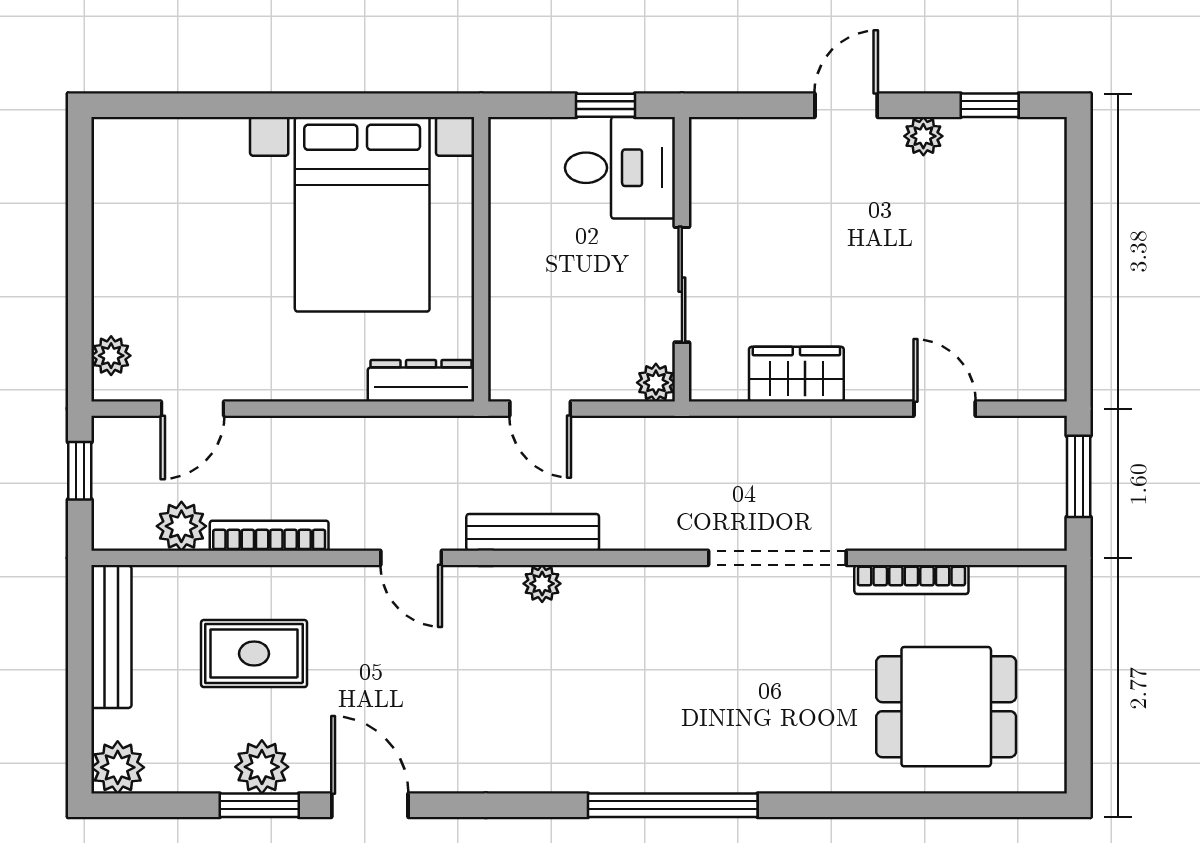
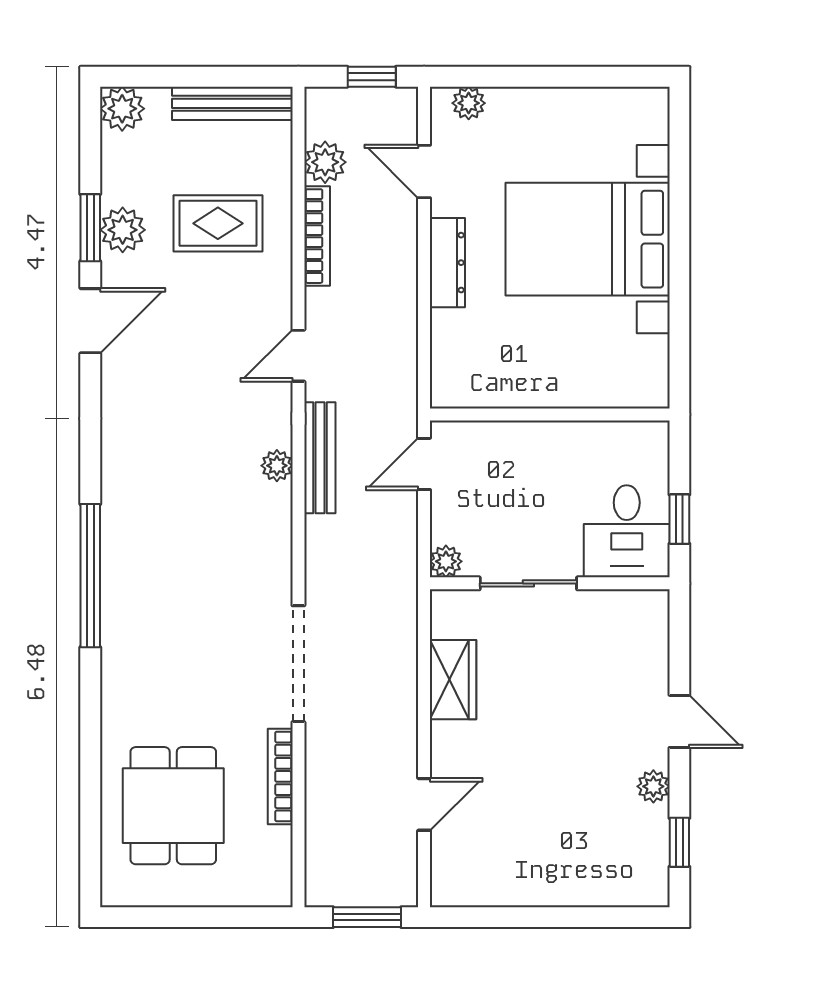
bed with nightstands: (362, 214) -> (588, 239), moved
dresser: (421, 381) -> (447, 263), moved
rug: (254, 654) -> (218, 223), turned 90

